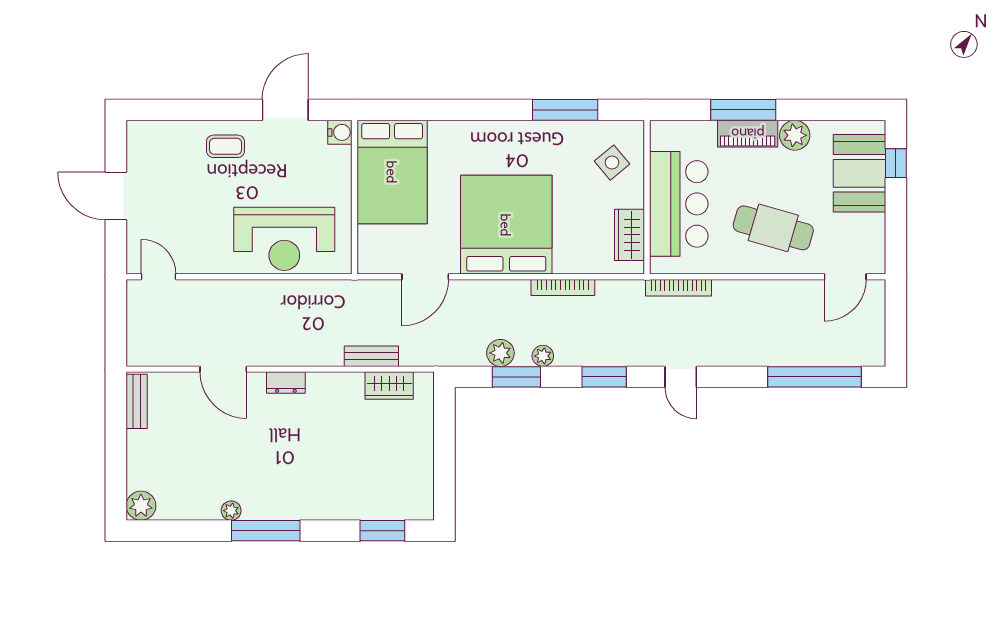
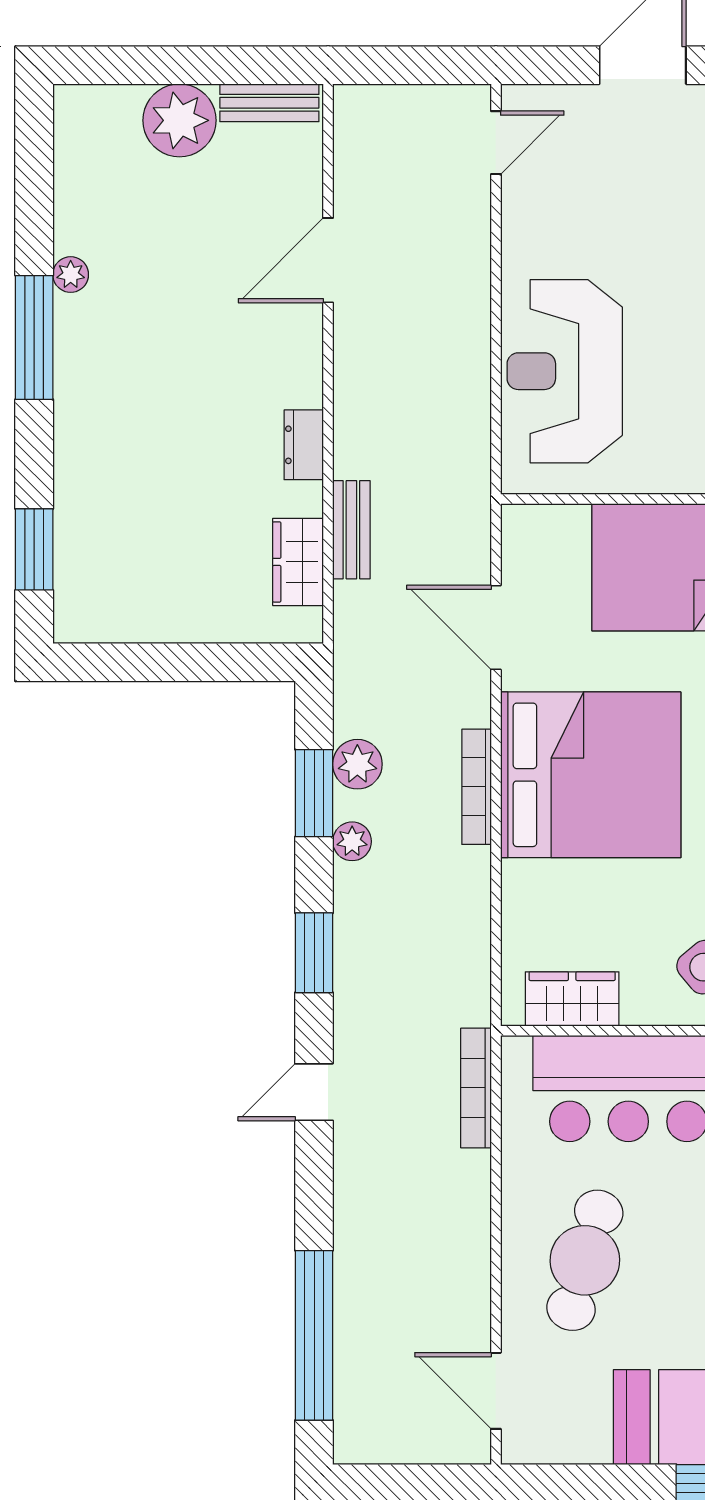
bookcase: (563, 287) -> (477, 787), moved
dresser: (286, 382) -> (304, 445), moved
plant: (141, 506) -> (179, 120), moved, width x1.36, depth x1.36

